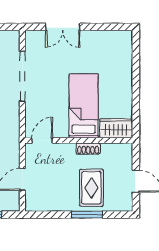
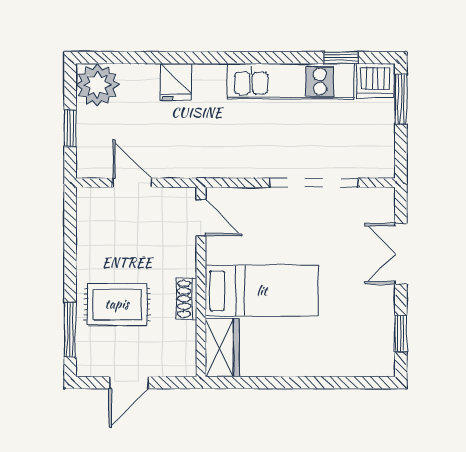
window: (108, 27) -> (401, 334), added
window: (87, 215) -> (70, 330), moved

